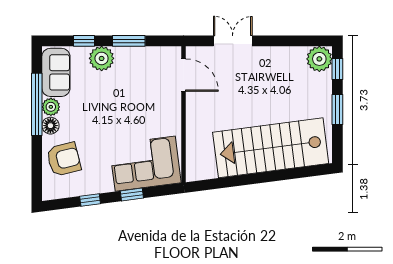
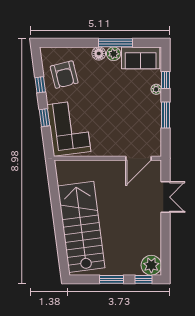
plant: (102, 58) -> (156, 89), width x0.53, depth x0.53
window: (37, 104) -> (116, 43), width x0.68
armchair: (64, 159) -> (64, 75), moved

